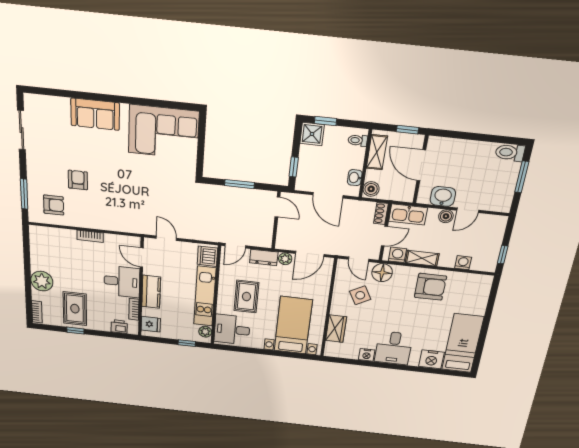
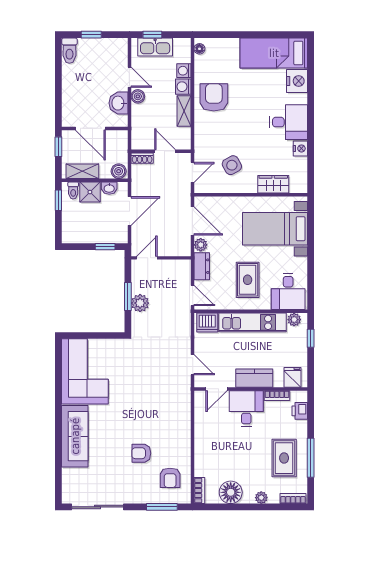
sofa: (95, 114) -> (75, 436), width x1.36
window: (325, 121) -> (58, 200), moved
sliding door: (21, 130) -> (98, 507), width x1.37
shower: (312, 134) -> (90, 192), moved
door: (421, 165) -> (90, 128), hinge flipped
window: (522, 177) -> (91, 35), width x0.67
plant: (232, 195) -> (140, 303), added
armchair: (54, 205) -> (170, 478), turned 180
kitchen sink: (408, 214) -> (155, 47), moved, turned 90
bookcase: (90, 236) -> (199, 491), moved
door: (166, 238) -> (193, 365), swing flipped
washing machine: (397, 255) -> (183, 87), moved
window: (503, 255) -> (152, 35), moved
floor lamp: (41, 259) -> (231, 492), added
floor lamp: (382, 273) -> (199, 49), moved, width x0.53, depth x0.53
plant: (42, 281) -> (261, 498), width x0.53, depth x0.53
rug: (246, 297) -> (248, 280), turned 90
rug: (75, 309) -> (284, 458), turned 90
window: (75, 331) -> (311, 458), width x2.17

